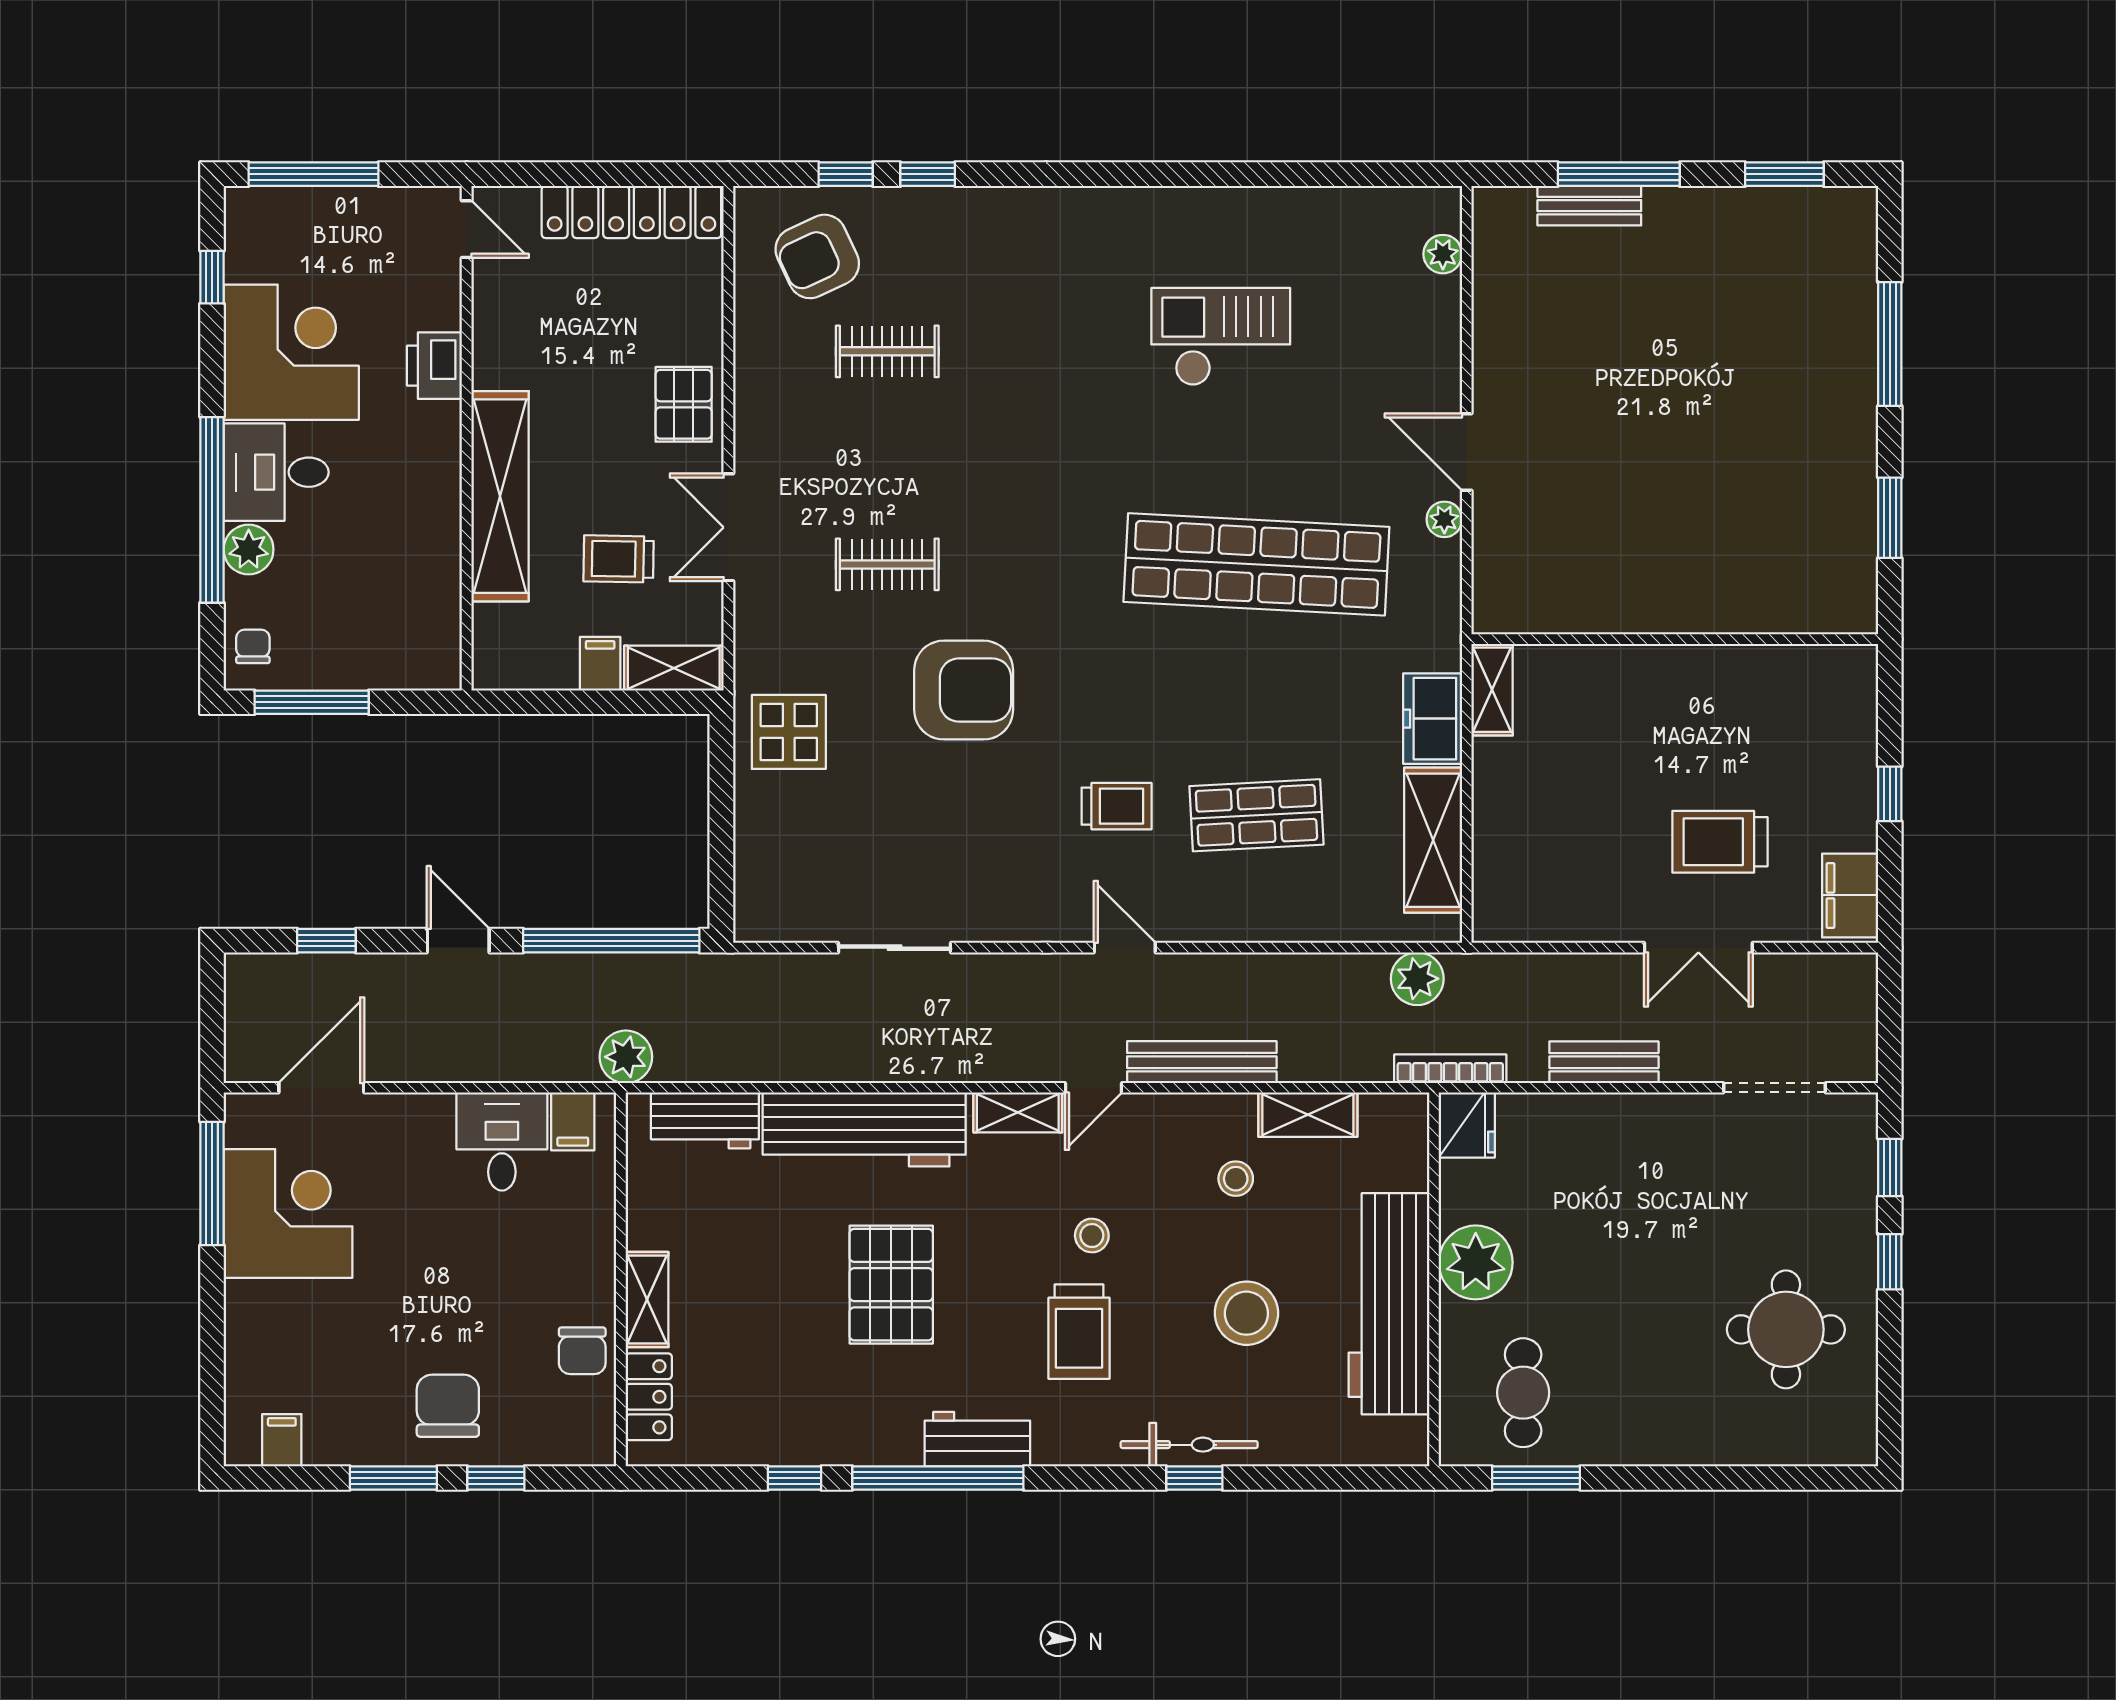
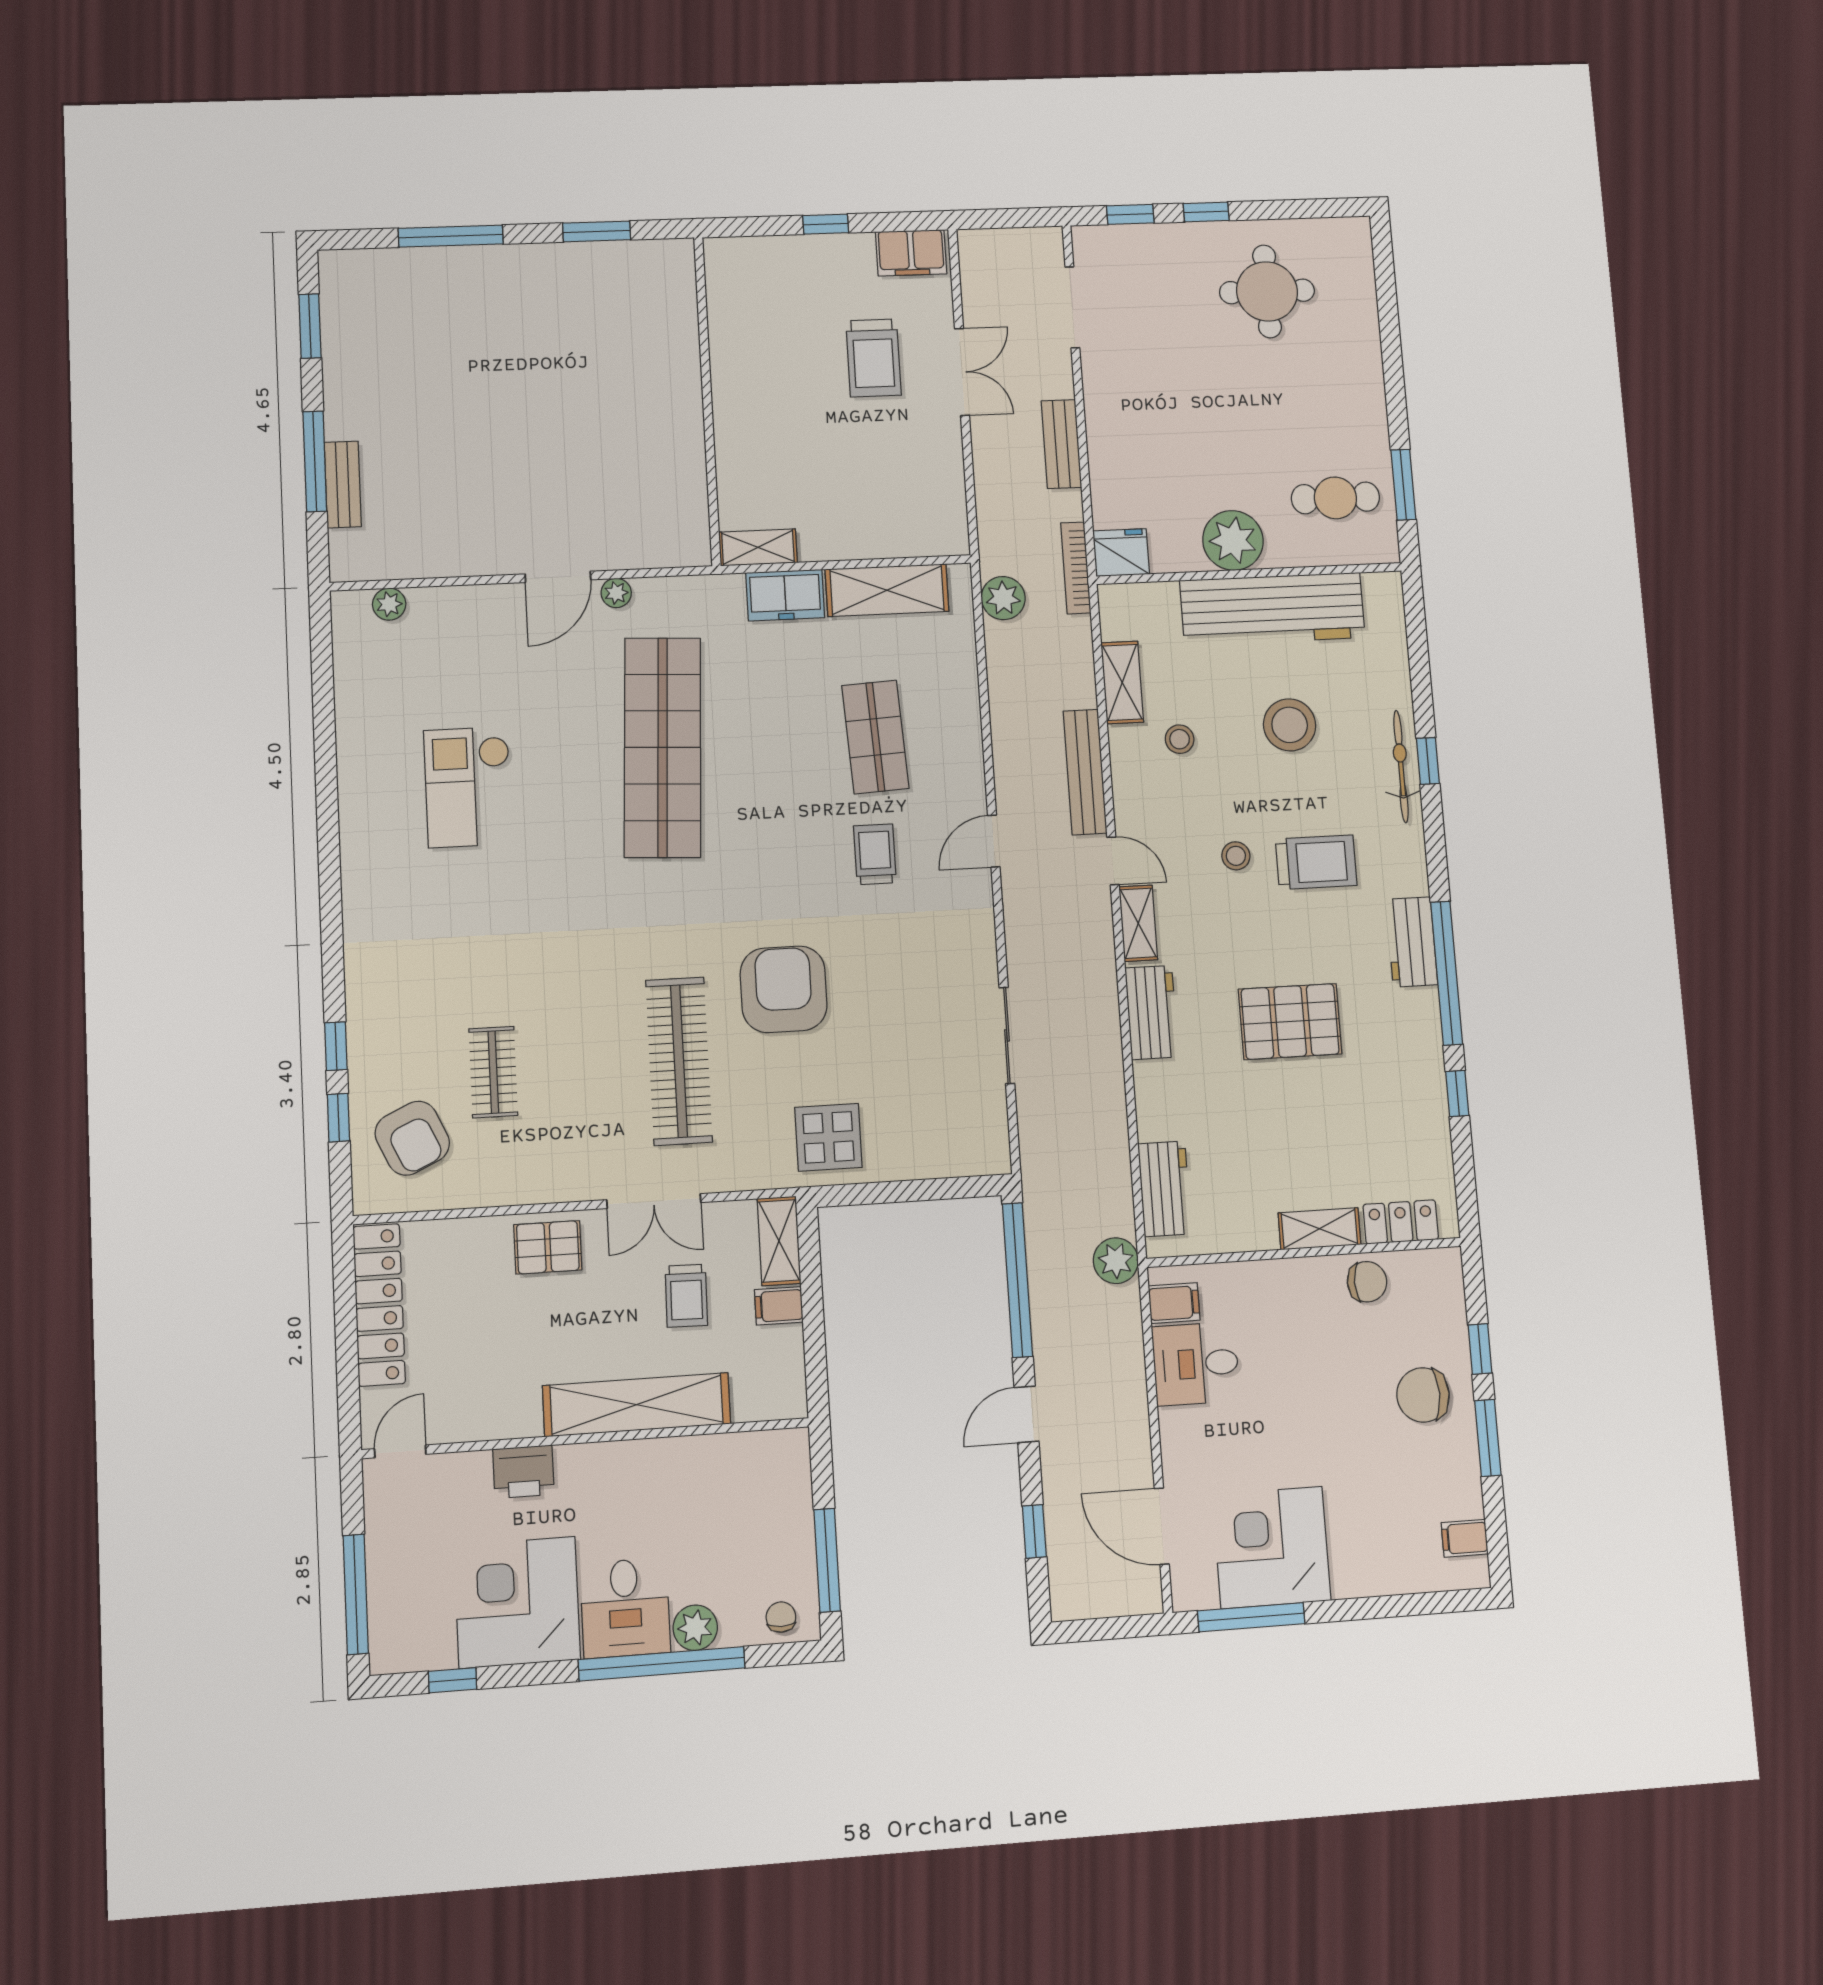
clothes rail: (887, 564) -> (679, 1061), width x1.86, depth x1.31
chair: (253, 646) -> (781, 1617), turned 90
workbench: (864, 1129) -> (1152, 1012), width x0.53, depth x0.76

